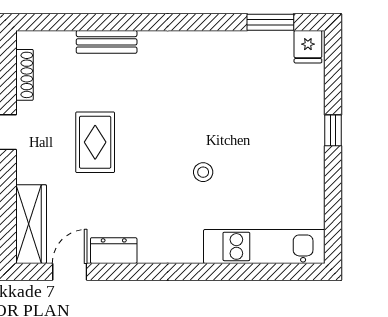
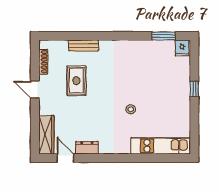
rug: (95, 142) -> (76, 81), moved
door: (70, 272) -> (65, 158), hinge flipped

